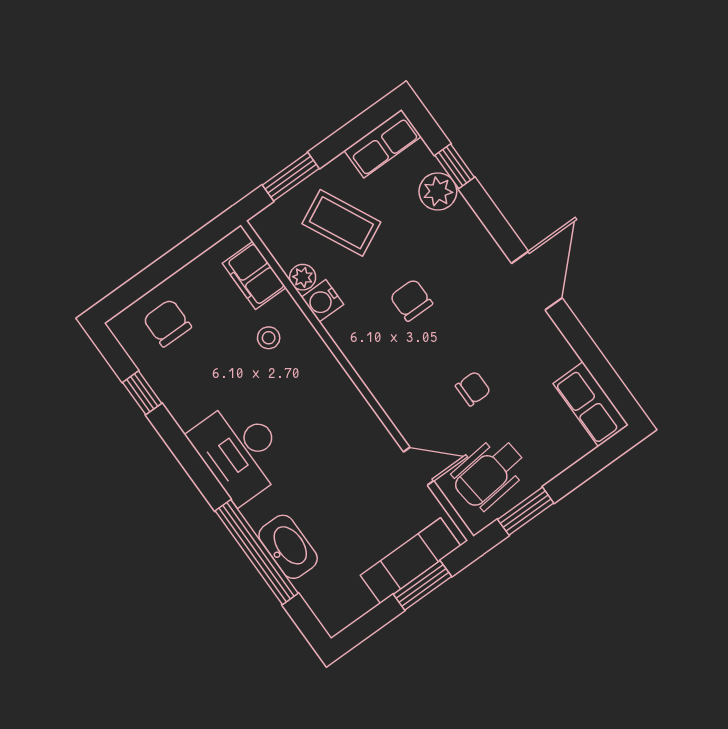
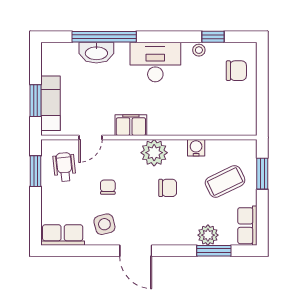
window: (455, 166) -> (214, 251), width x1.50
filing cabinet: (254, 275) -> (131, 125), moved
plant: (303, 277) -> (154, 153), moved, width x1.87, depth x1.87
stool: (269, 338) -> (199, 50), moved
side table: (531, 354) -> (104, 224), added
chair: (473, 389) -> (108, 187), turned 180
wheelchair: (489, 473) -> (64, 167), width x0.73, depth x0.73

